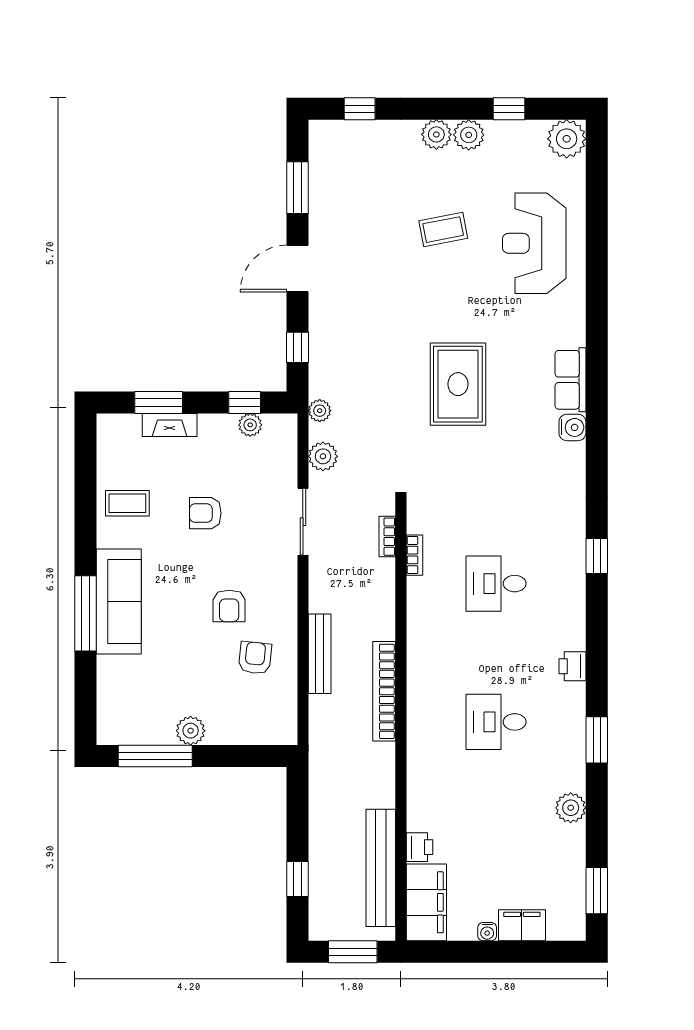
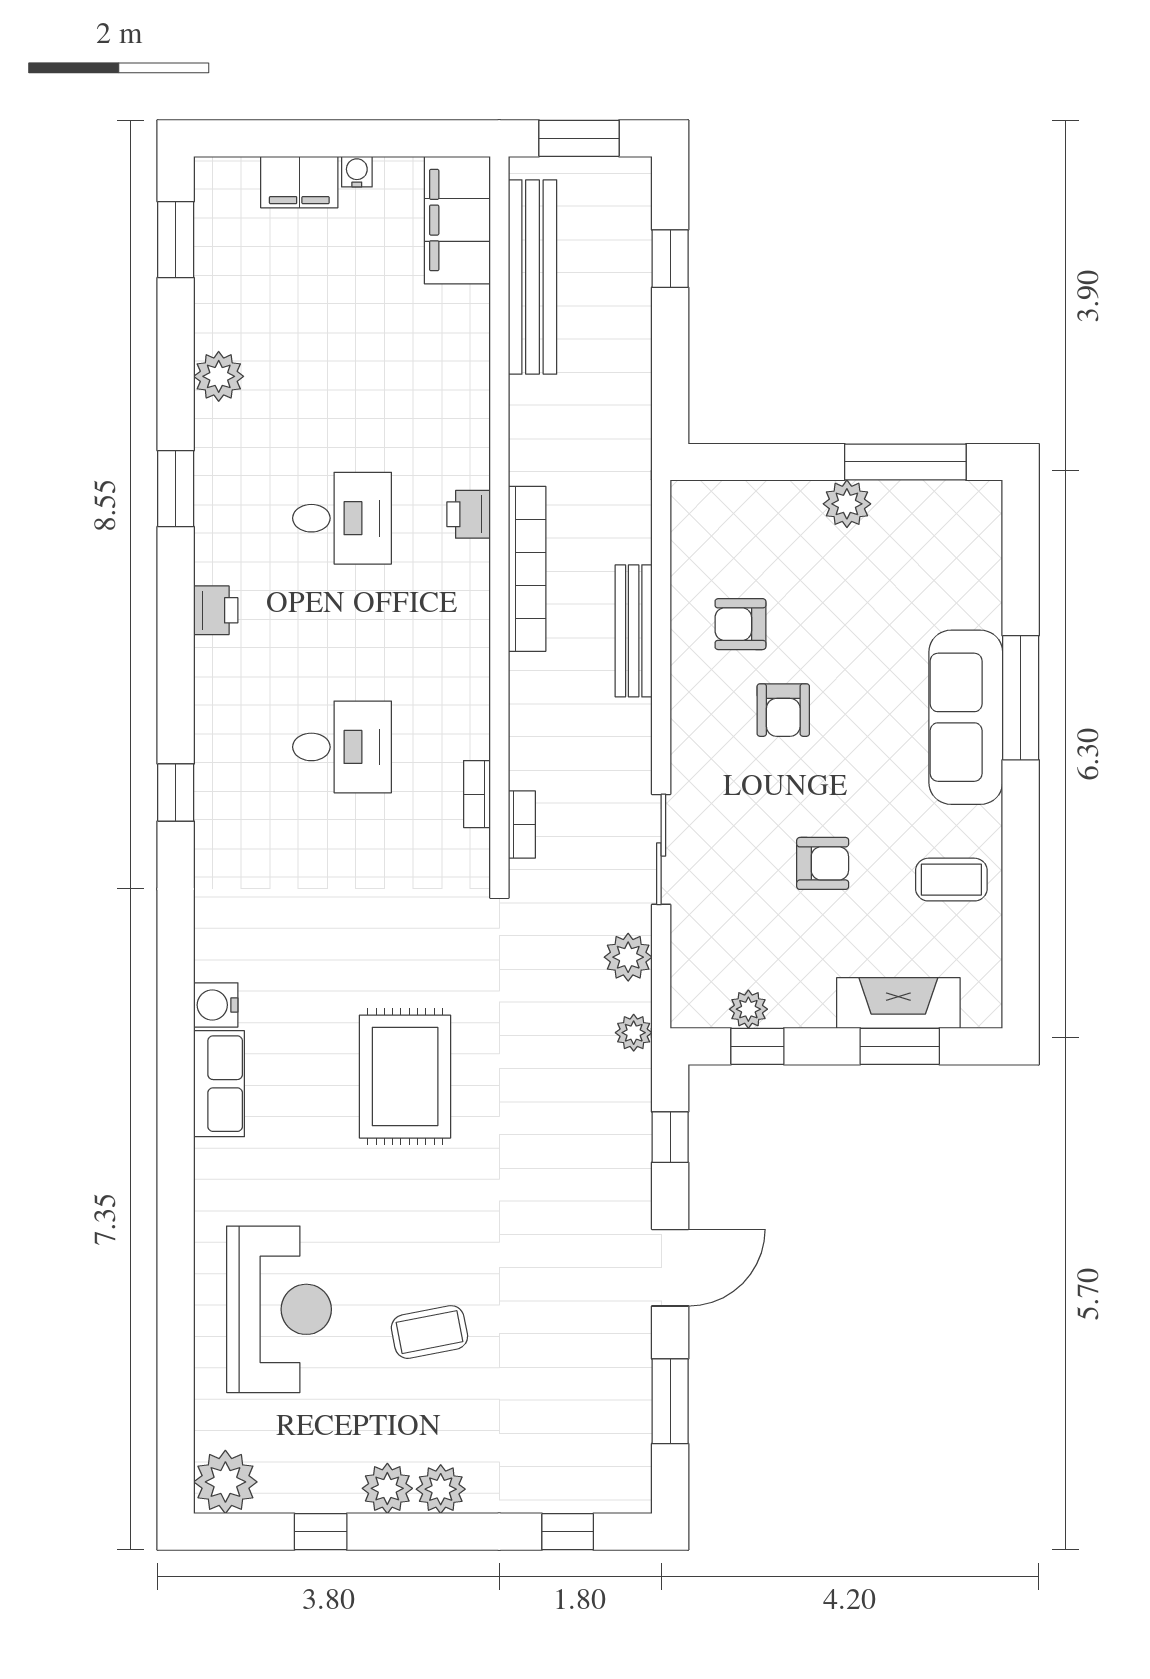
fireplace: (170, 425) -> (898, 1003), width x1.37, depth x1.32
armchair: (229, 606) -> (783, 710), turned 180
armchair: (255, 658) -> (740, 624), turned 84
printer: (419, 847) -> (469, 514), moved

